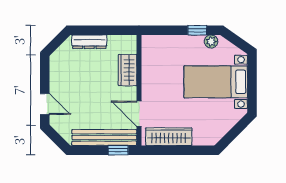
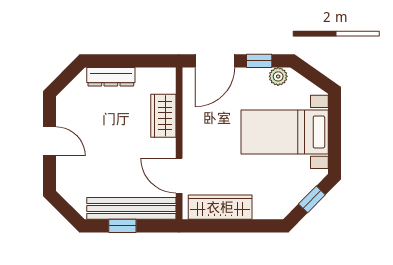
door: (165, 30) -> (215, 61), added
door: (45, 104) -> (49, 141), moved
window: (236, 131) -> (312, 199), added
window: (118, 150) -> (122, 226), moved

